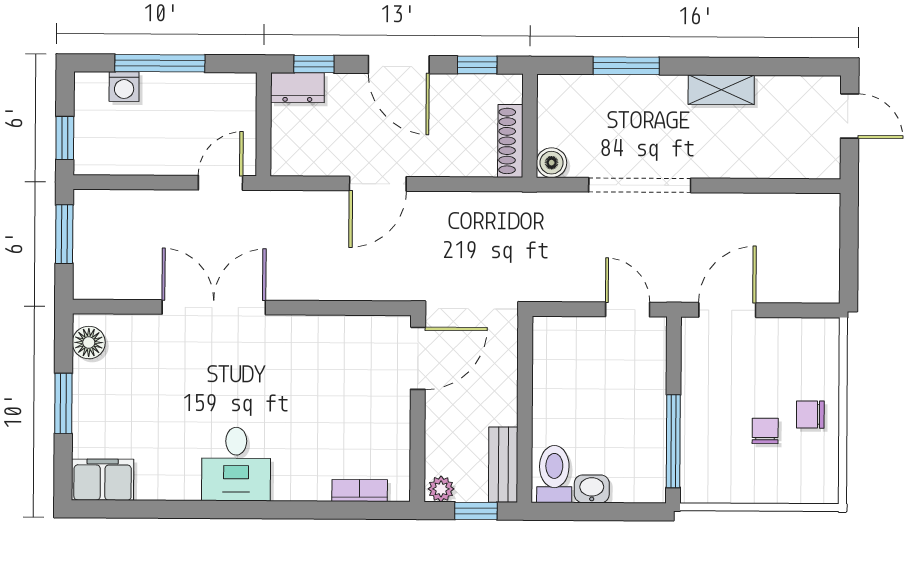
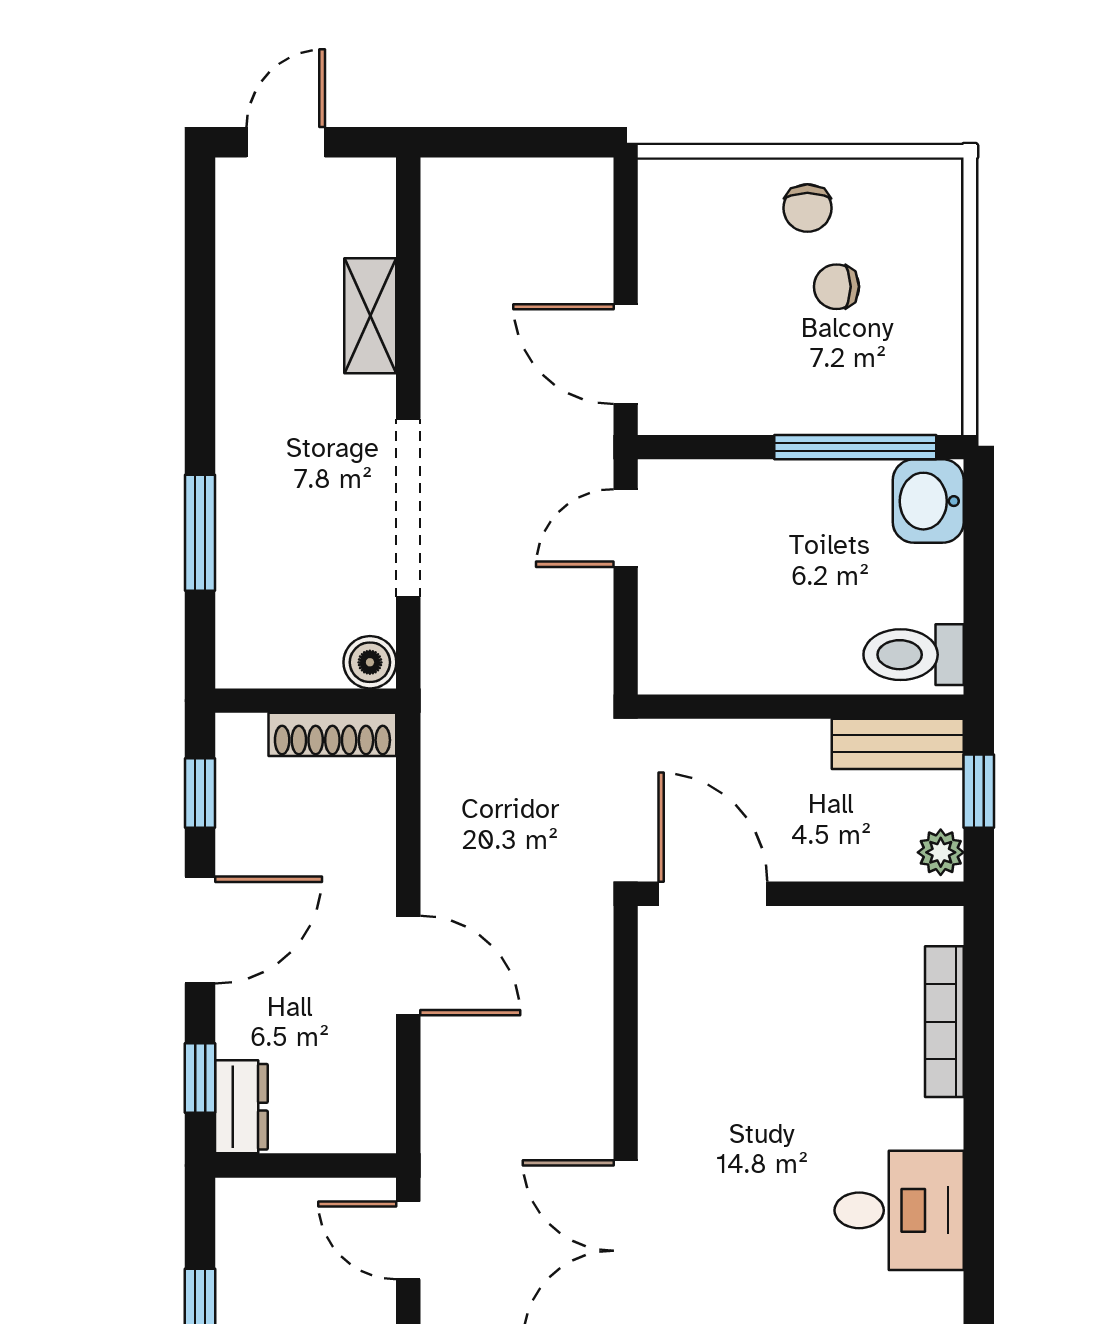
shelving: (721, 90) -> (370, 316), moved
washbasin: (592, 489) -> (928, 501), moved, width x1.38, depth x1.45
bookcase: (360, 491) -> (944, 1022), width x1.56

